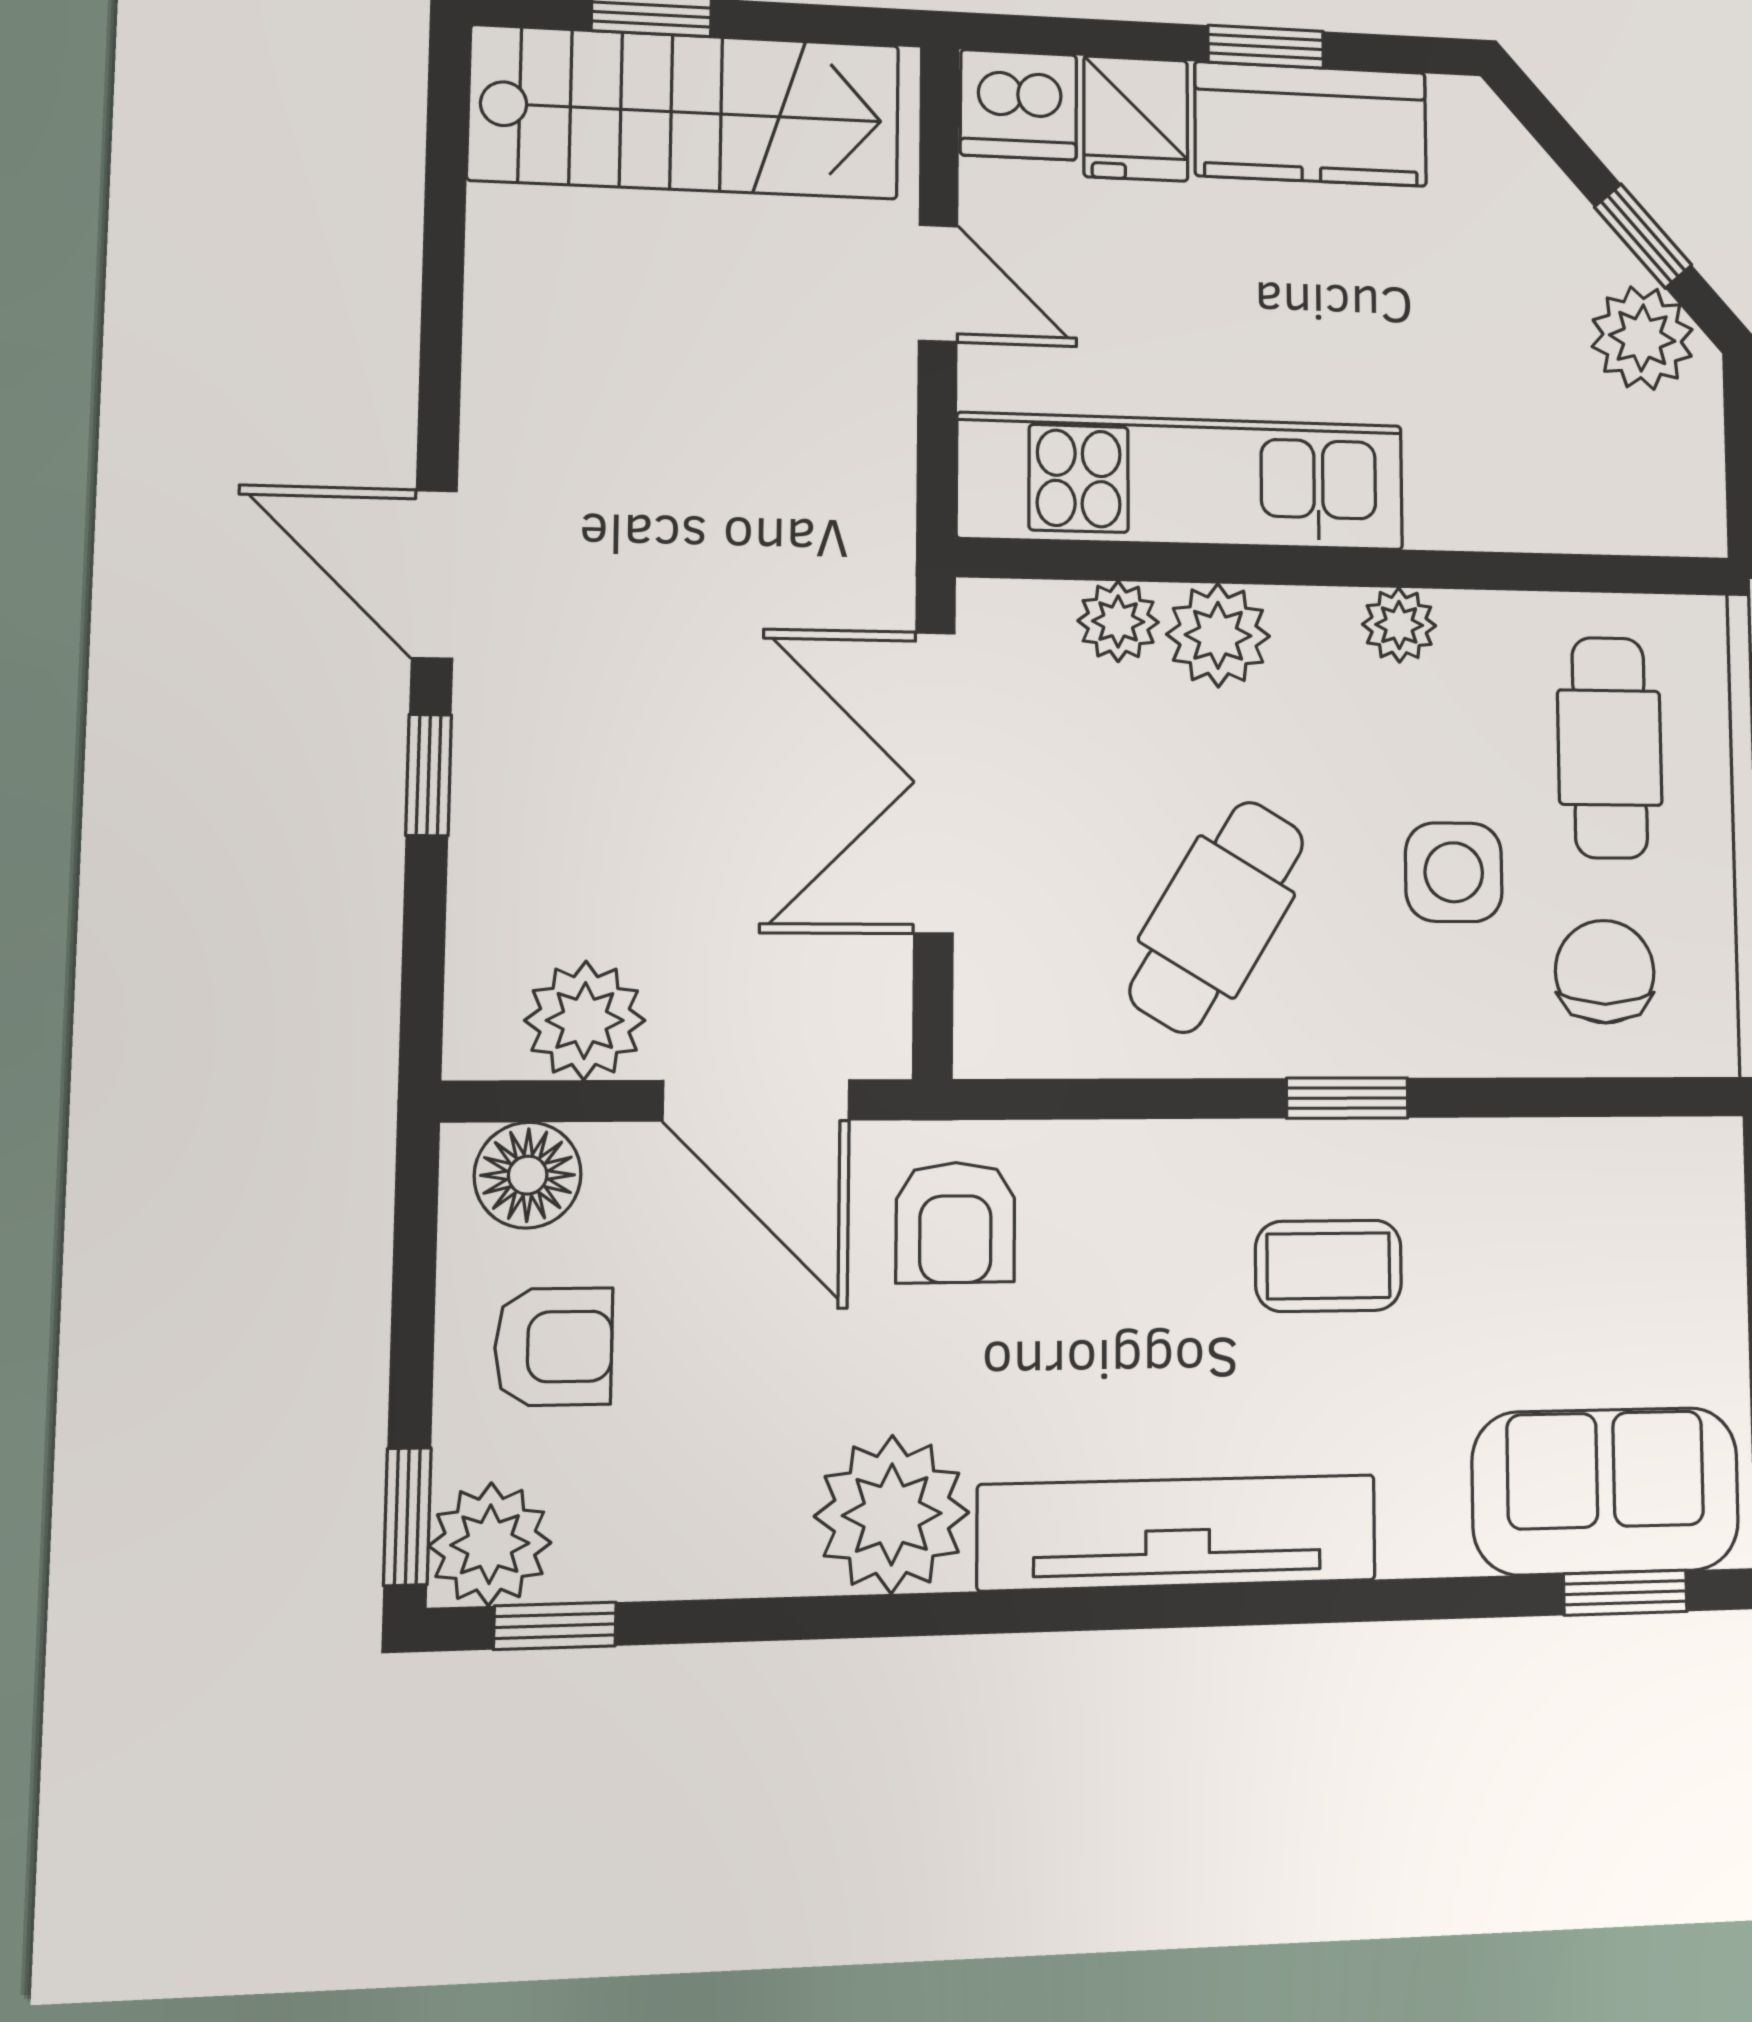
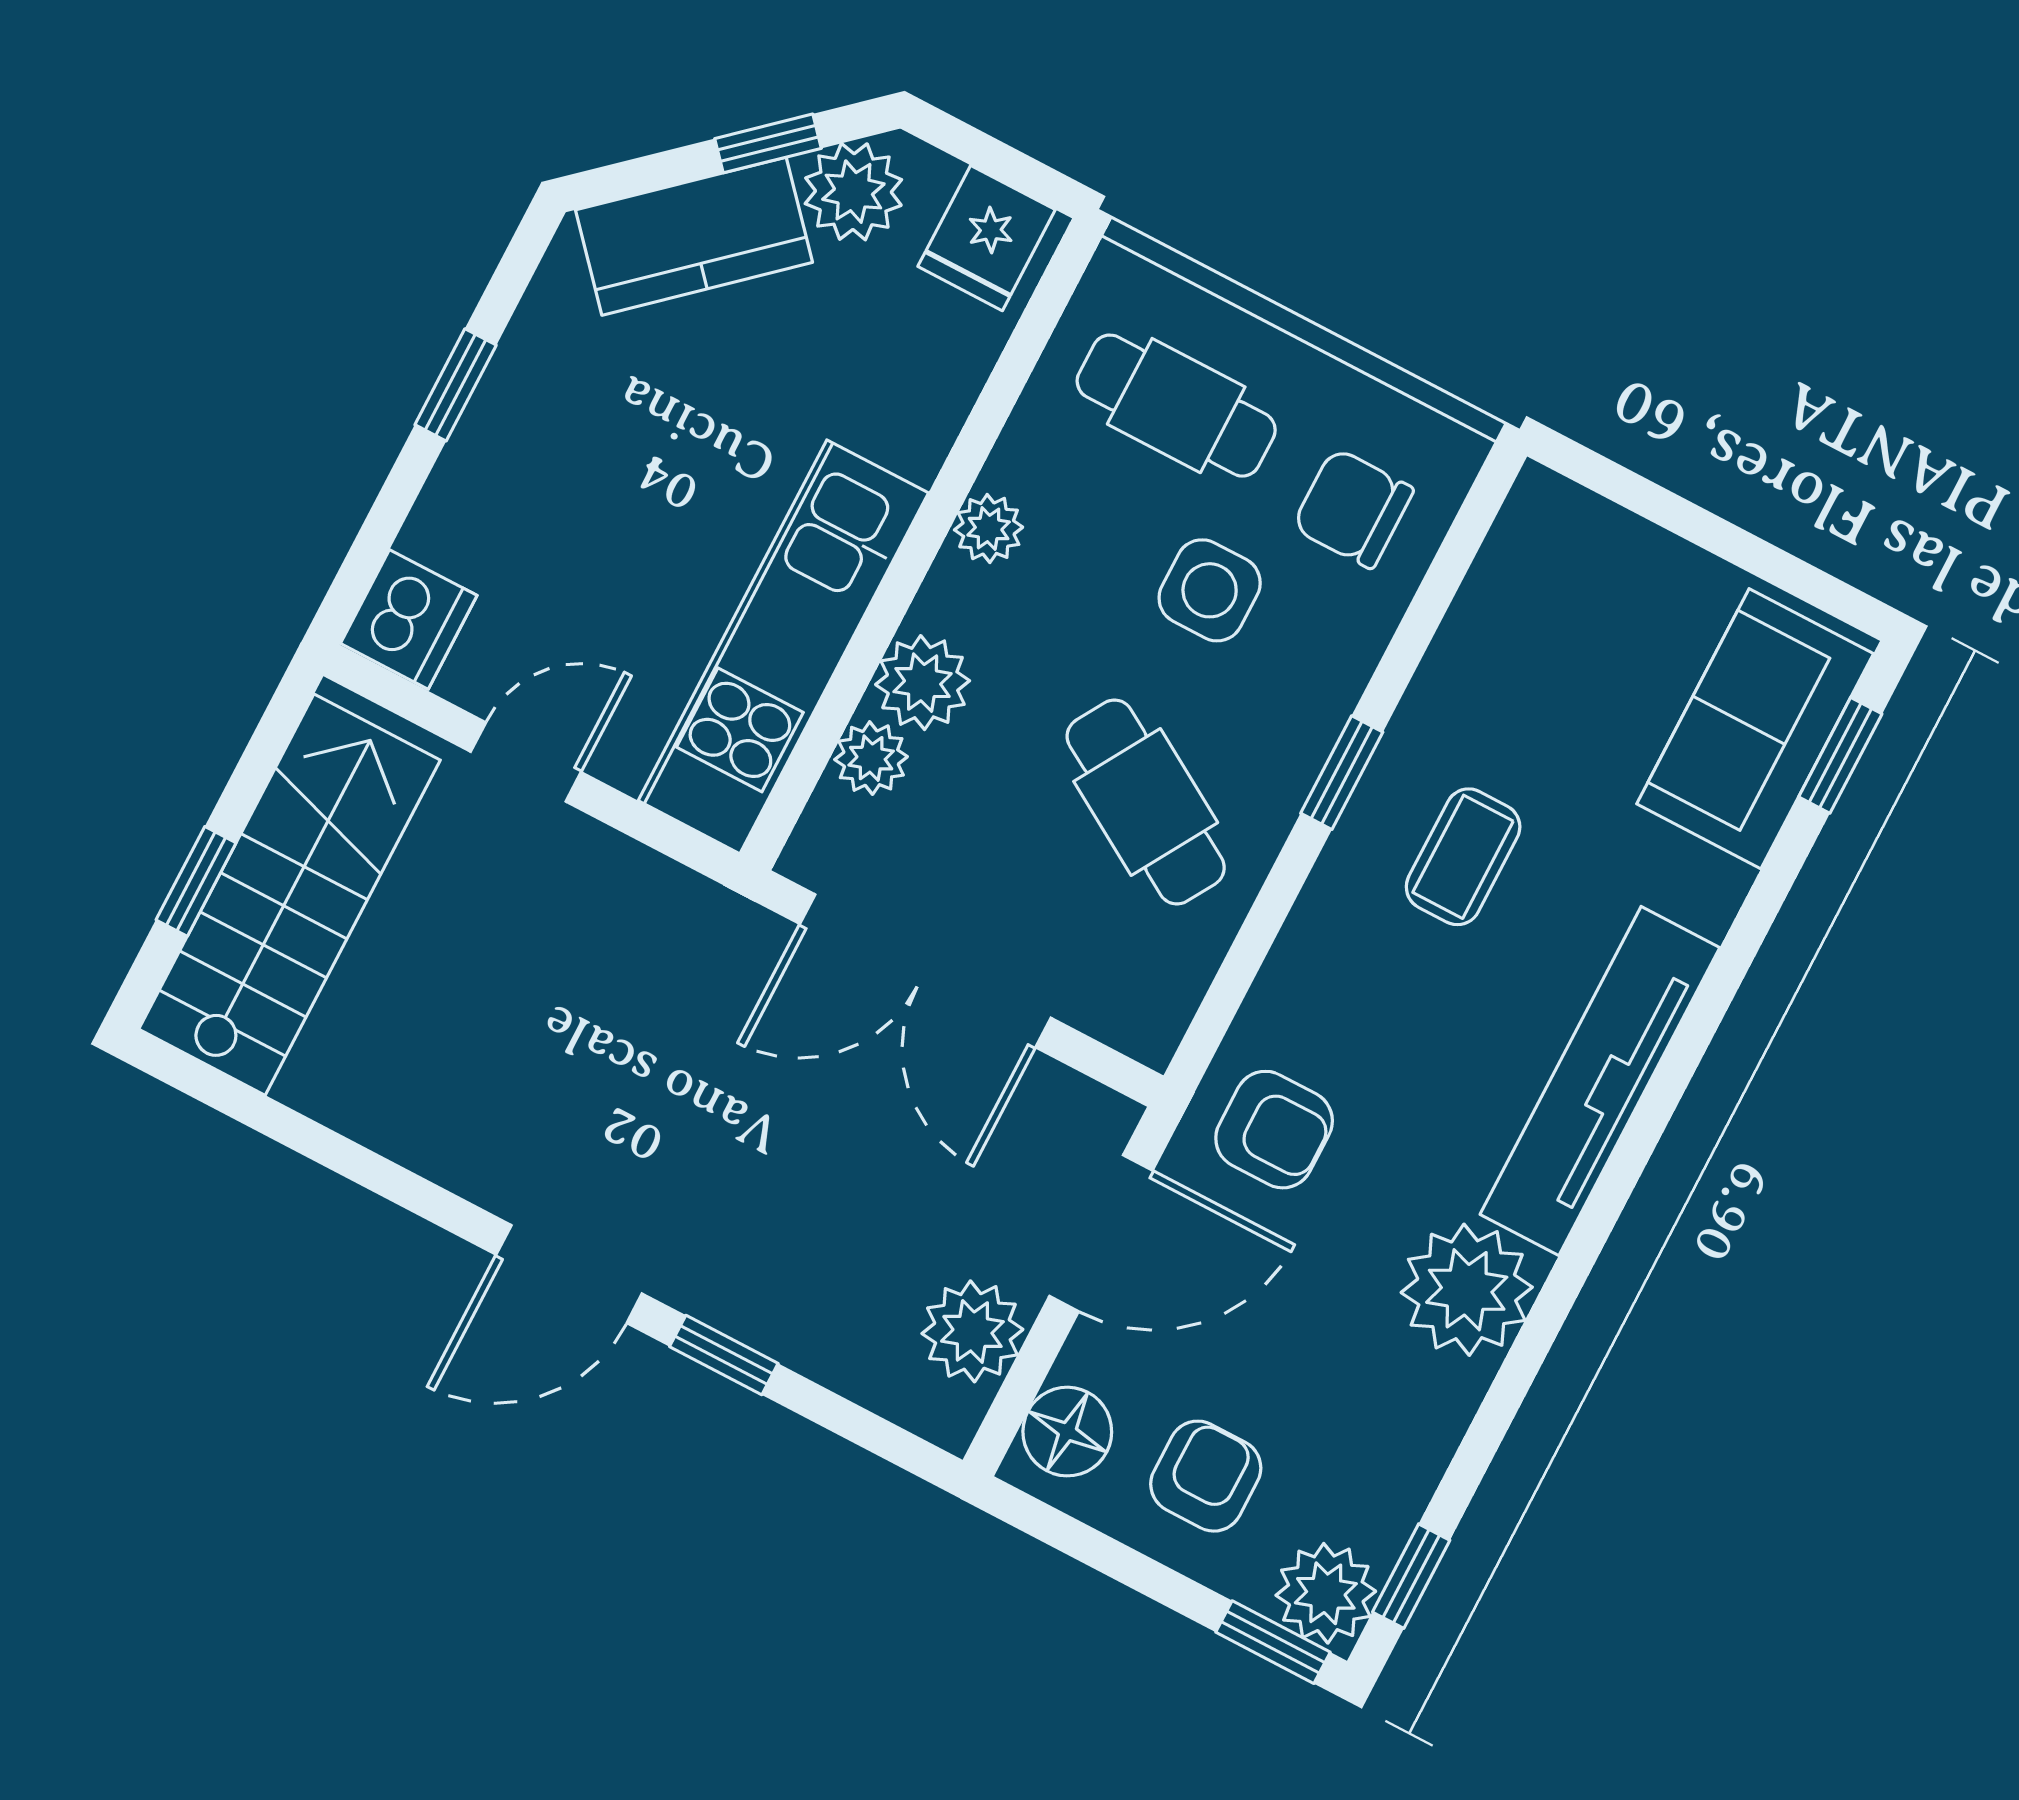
fridge: (1136, 119) -> (987, 238), moved, turned 90
kitchen counter: (1311, 124) -> (694, 236), moved, turned 48

